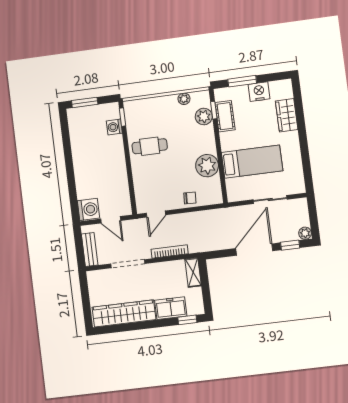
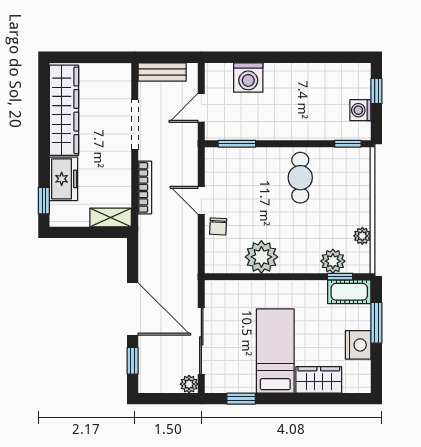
window: (85, 102) -> (376, 91), width x0.67
cot: (225, 116) -> (349, 292), moved
washing machine: (114, 127) -> (360, 110), moved, turned -90
bed: (252, 162) -> (275, 351), moved, turned 180
window: (307, 167) -> (241, 399), added
window: (132, 192) -> (237, 144), added
sliding door: (270, 199) -> (201, 341), width x1.37
washing machine: (89, 209) -> (248, 77), moved
door: (156, 214) -> (201, 200), moved
plant: (305, 233) -> (189, 384), moved

